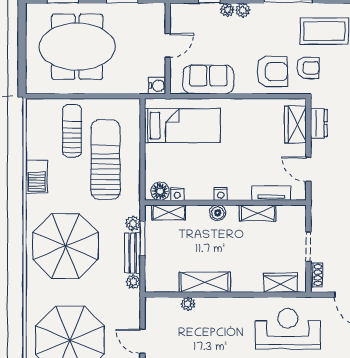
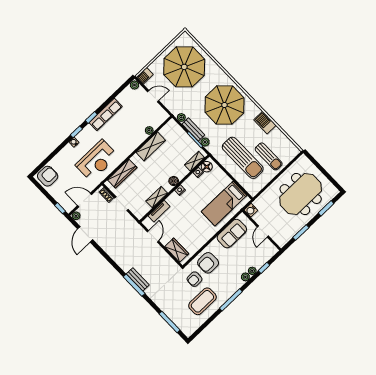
dresser: (319, 123) -> (167, 260), removed
door: (308, 169) -> (153, 236), hinge flipped
wardrobe: (280, 283) -> (122, 174), width x1.50

